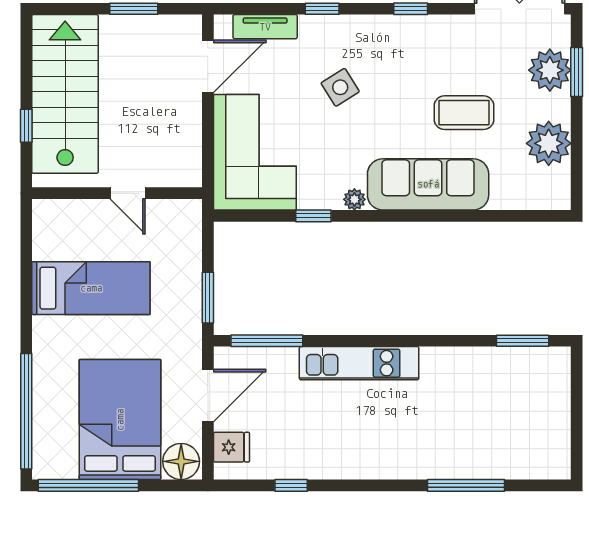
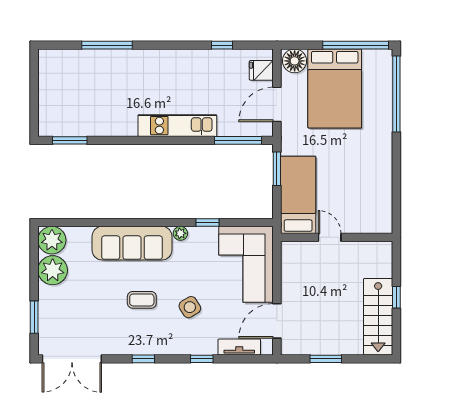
plant: (550, 70) -> (52, 240), moved
stairs: (65, 94) -> (378, 317), width x0.73, depth x0.66
coffee table: (464, 113) -> (142, 300), moved, width x0.73, depth x0.77
window: (26, 126) -> (396, 297), moved
bed: (91, 288) -> (298, 195), moved, turned 90

